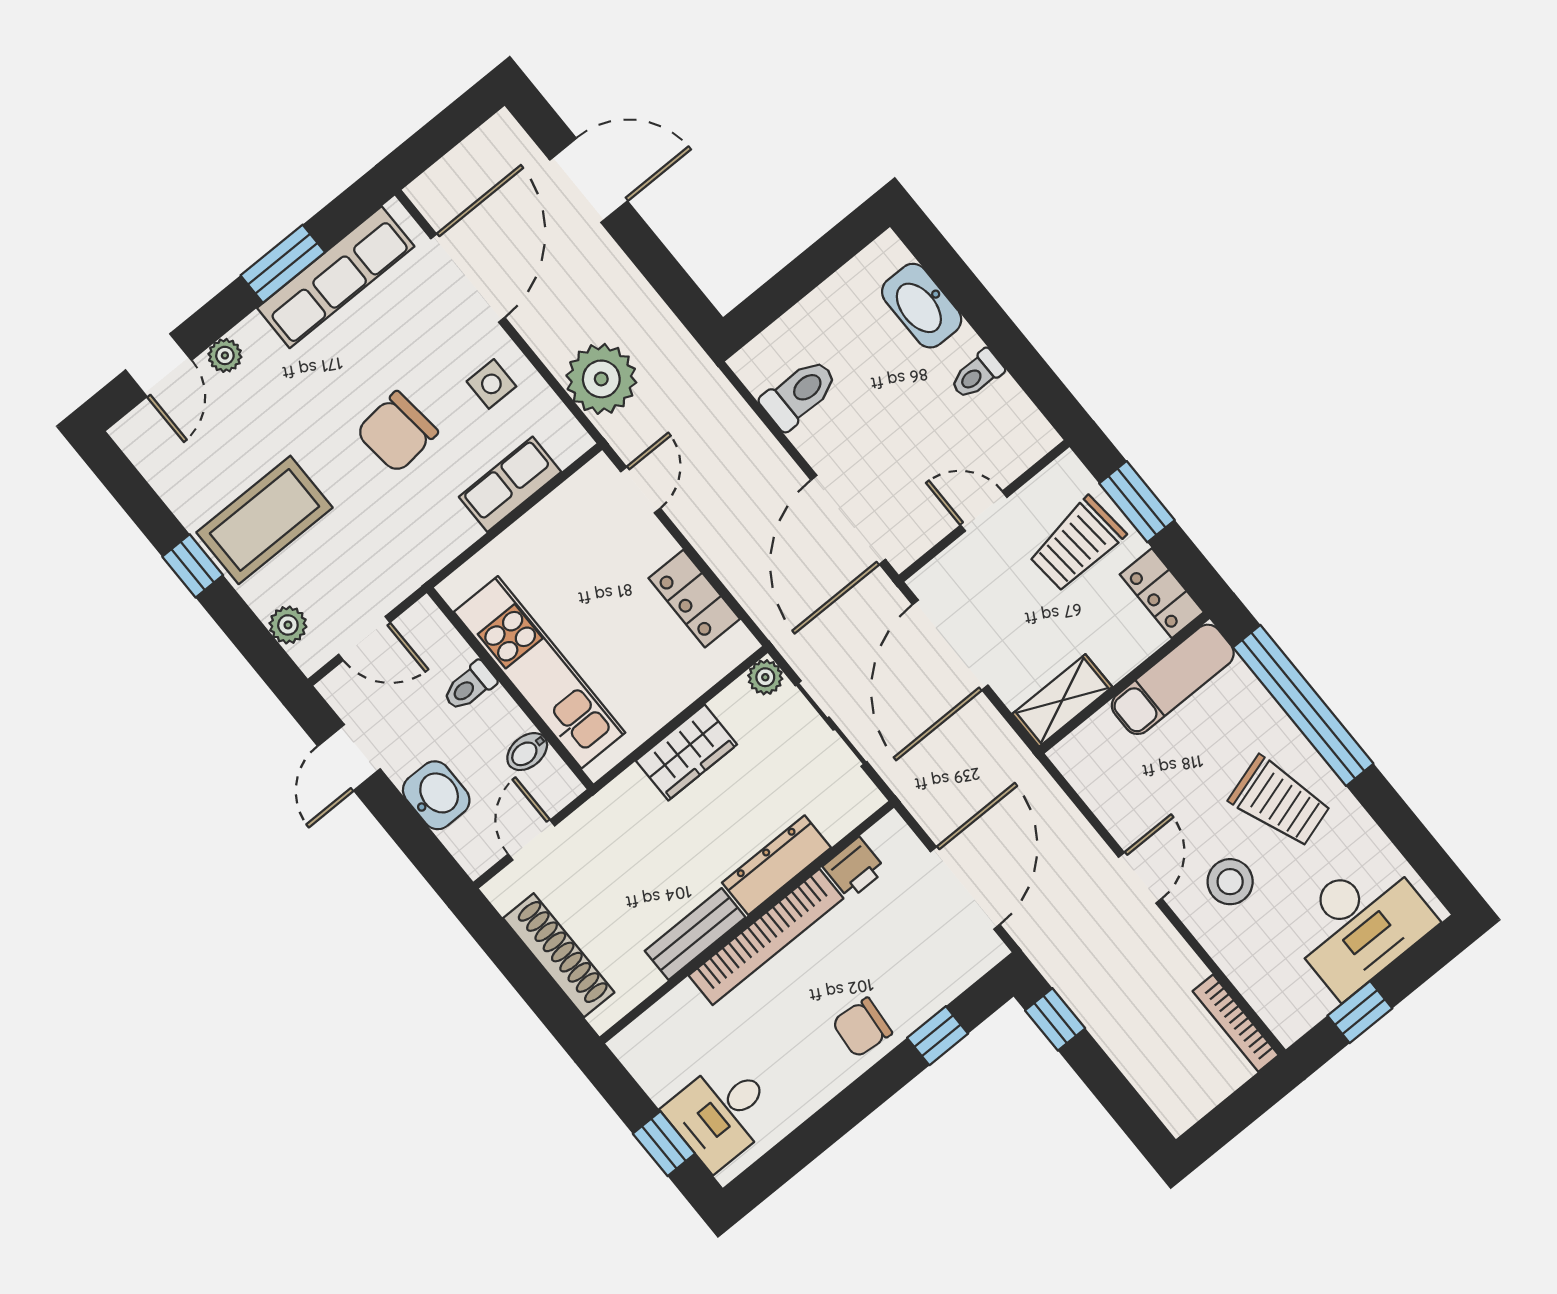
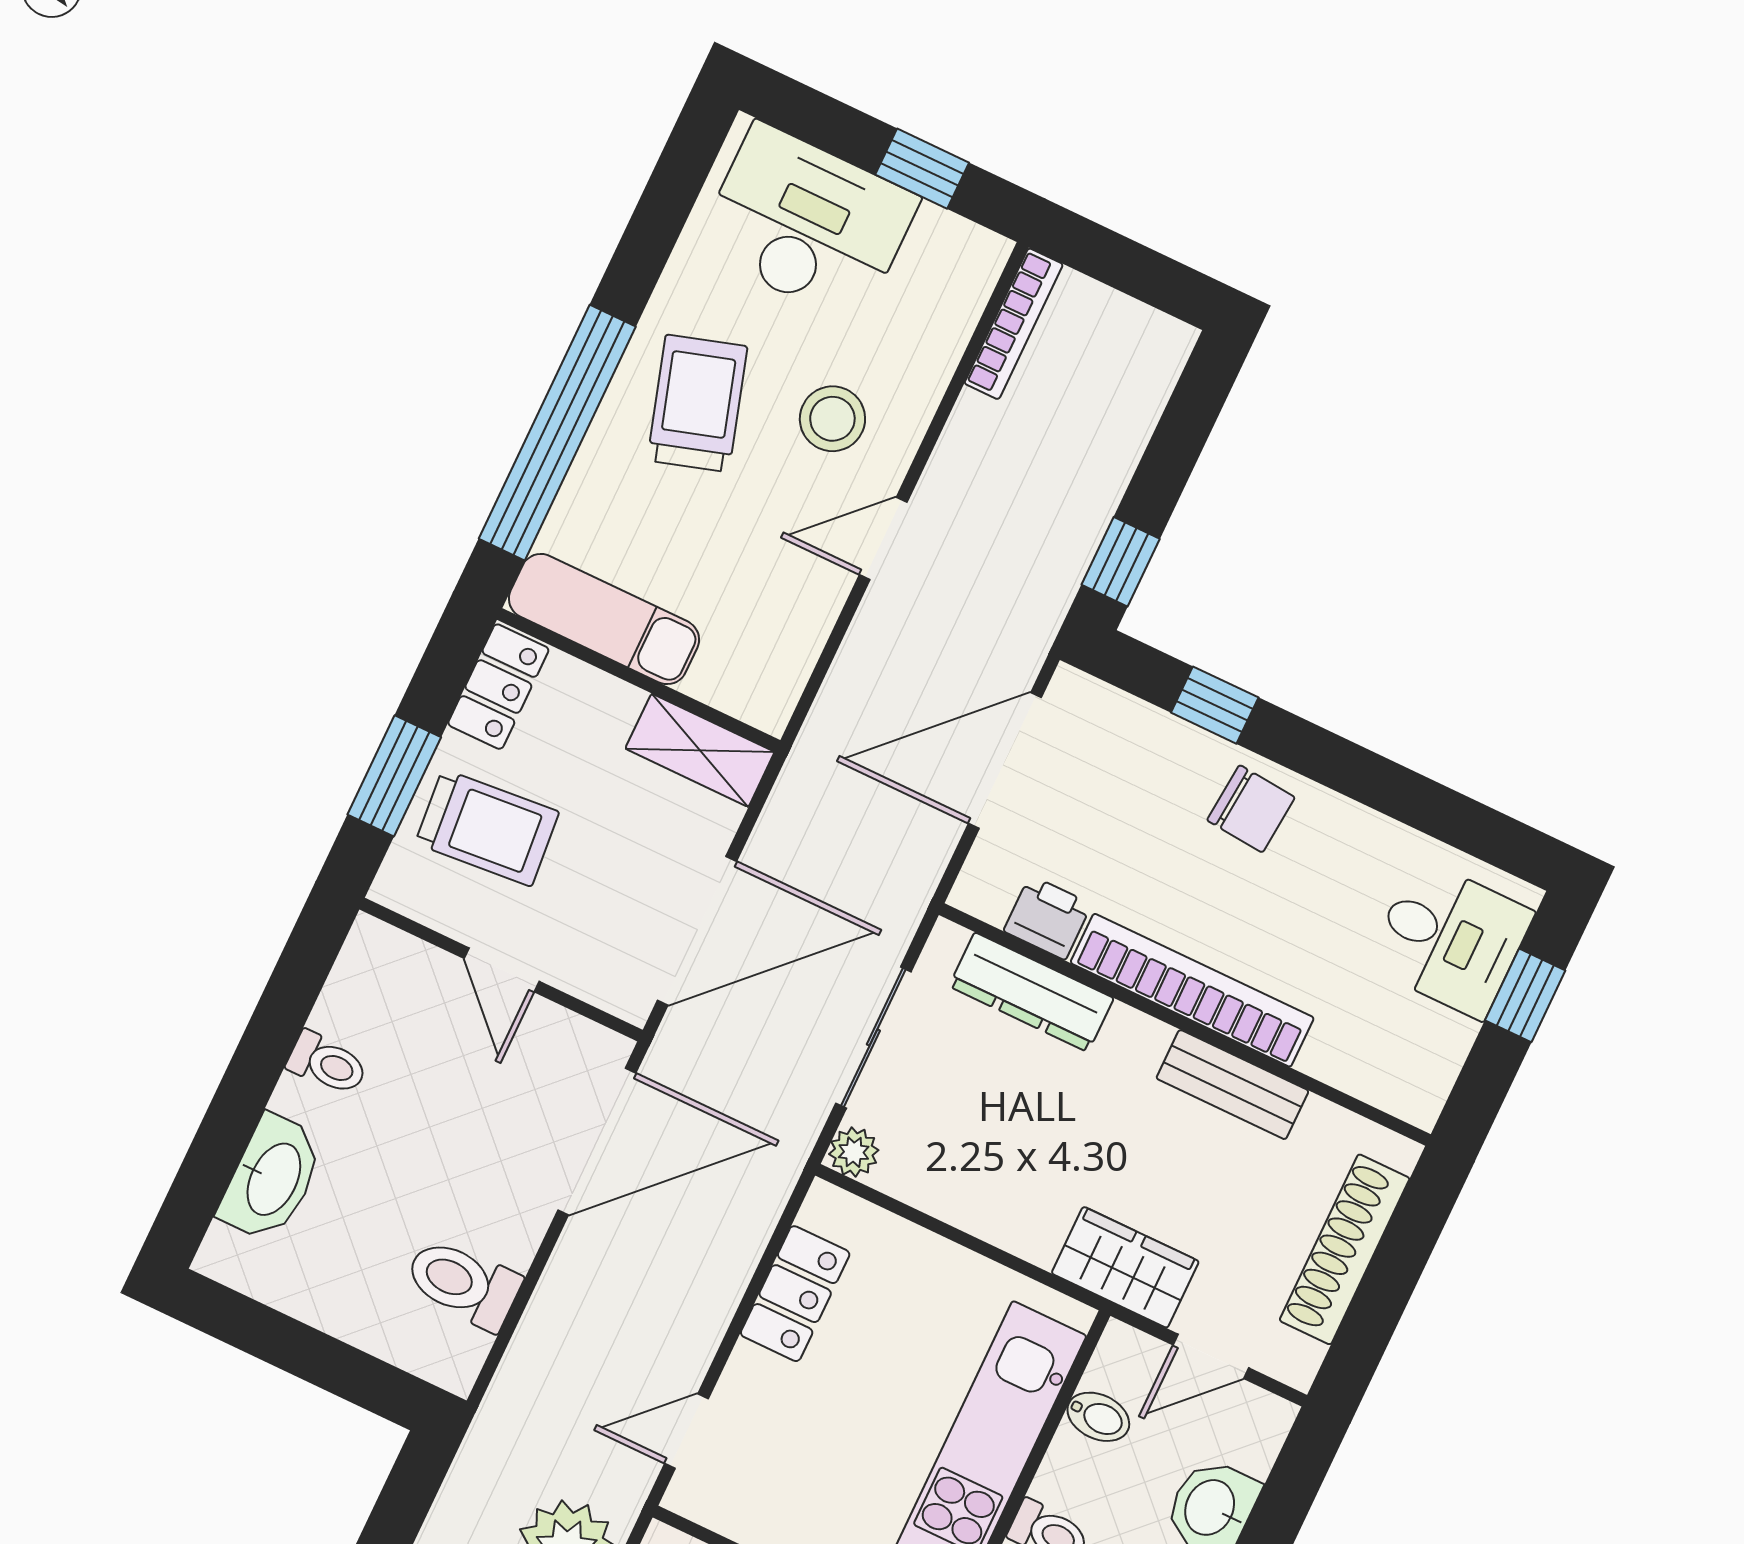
wardrobe: (686, 753) -> (1125, 1267), moved
dresser: (776, 865) -> (1031, 992), moved

